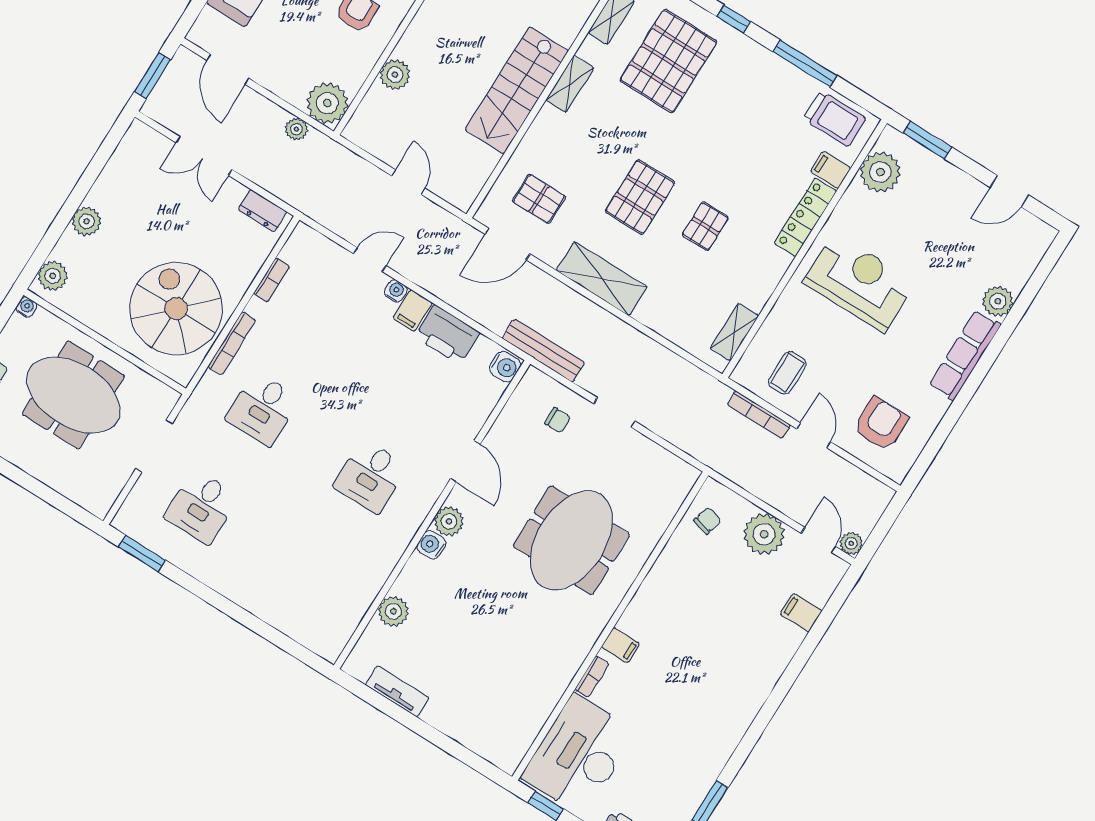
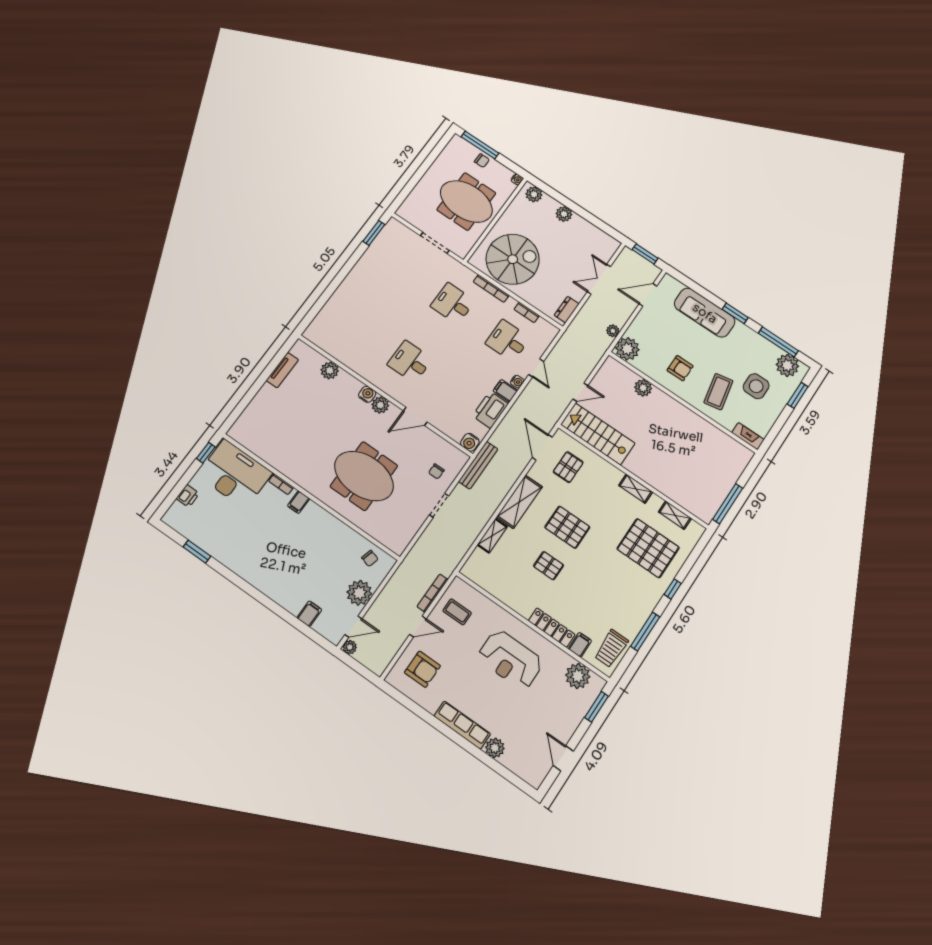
stairs: (517, 90) -> (598, 434), moved
reception desk: (859, 283) -> (510, 660), turned 90
shelving: (734, 332) -> (492, 536), moved, turned 90
meeting table: (73, 395) -> (466, 201), turned 90
desk: (201, 507) -> (508, 341), moved

